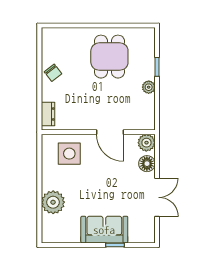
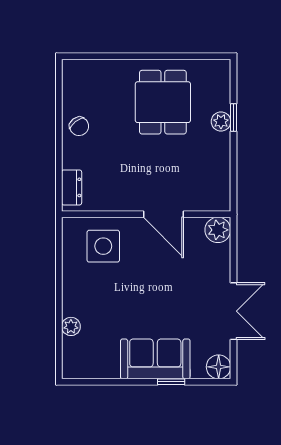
plant: (149, 87) -> (221, 122), moved
floor lamp: (147, 164) -> (219, 367), moved
plant: (53, 202) -> (71, 326), width x0.53, depth x0.53

